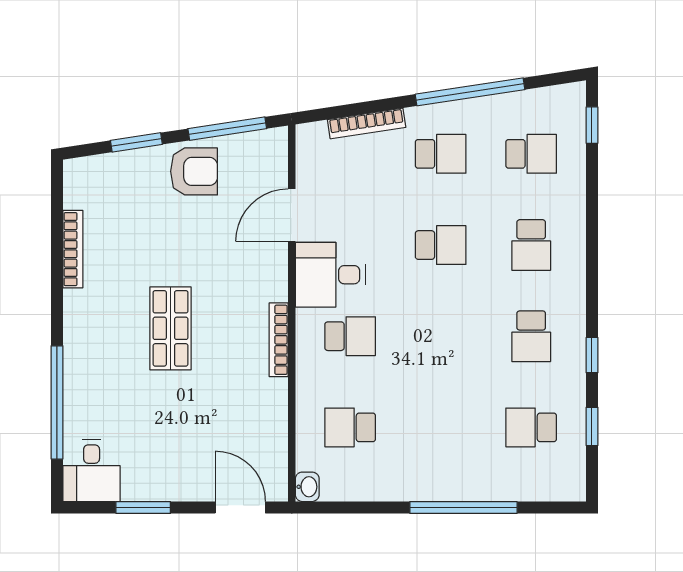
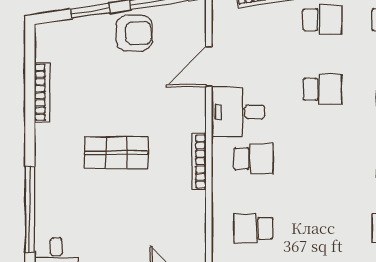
shop shelf: (170, 328) -> (116, 153), turned 90

